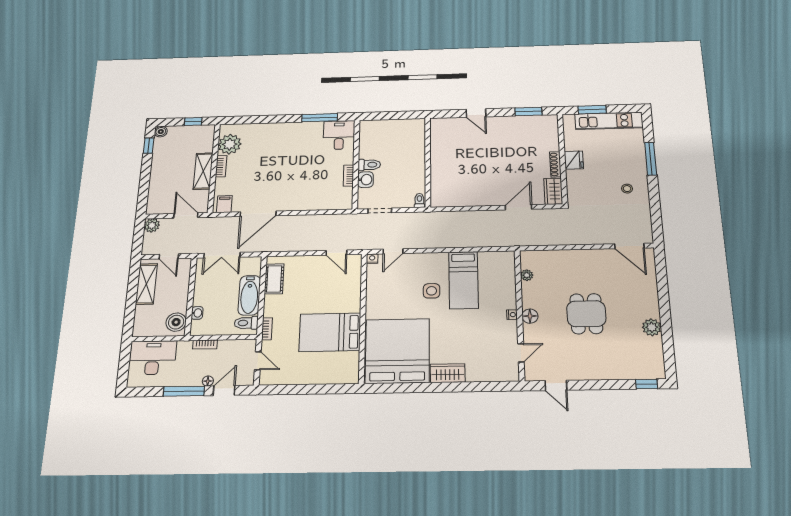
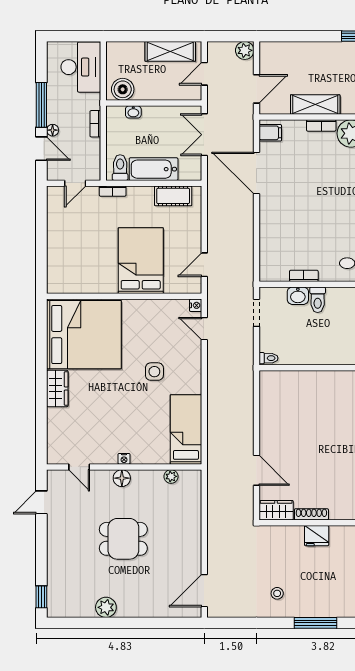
bed: (463, 280) -> (186, 430), moved, turned 90
bed: (330, 332) -> (141, 261), moved

